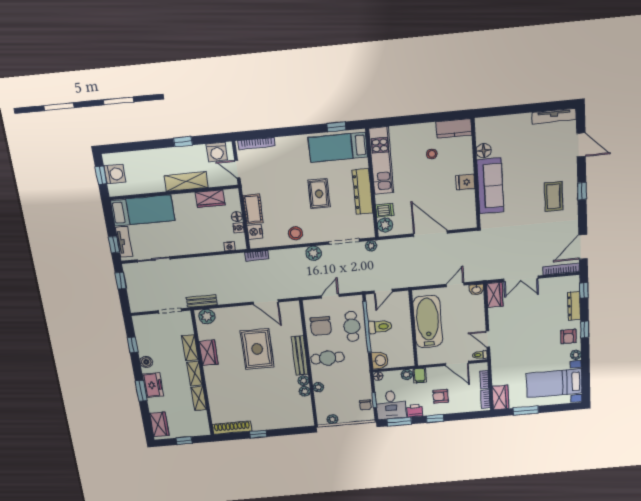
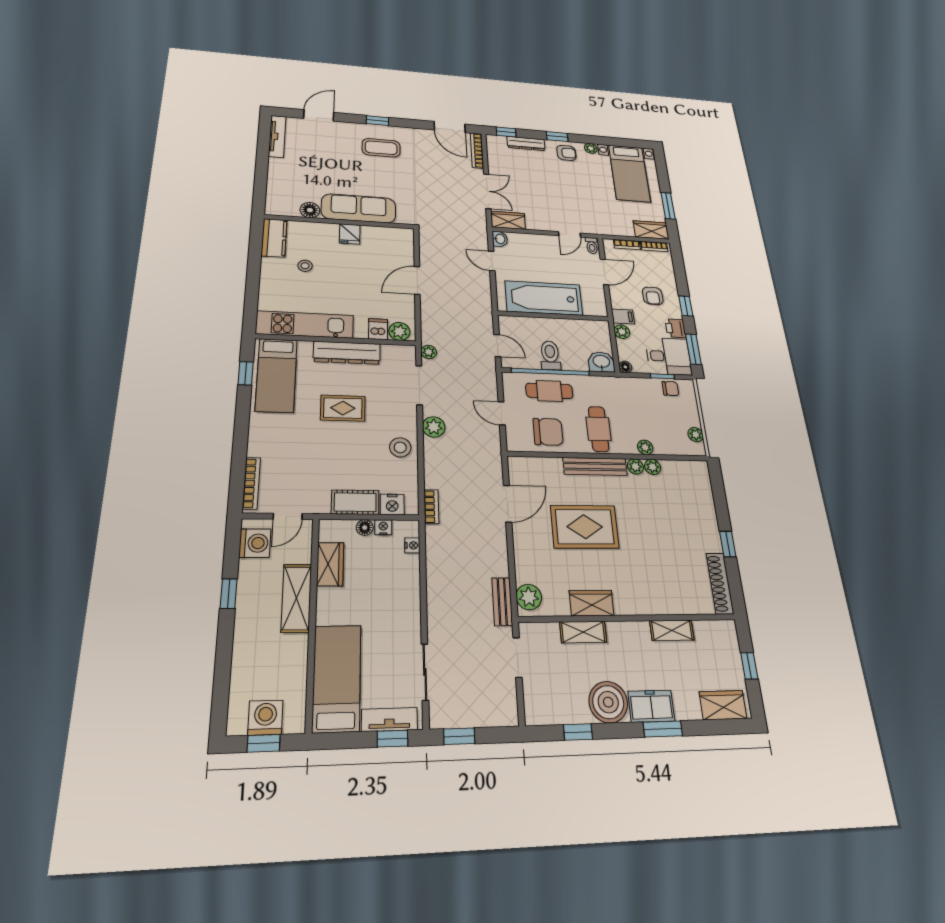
door: (430, 234) -> (417, 280), width x0.73
boiler: (146, 362) -> (608, 702), width x1.86, depth x1.86
shelving: (195, 374) -> (628, 631), removed

